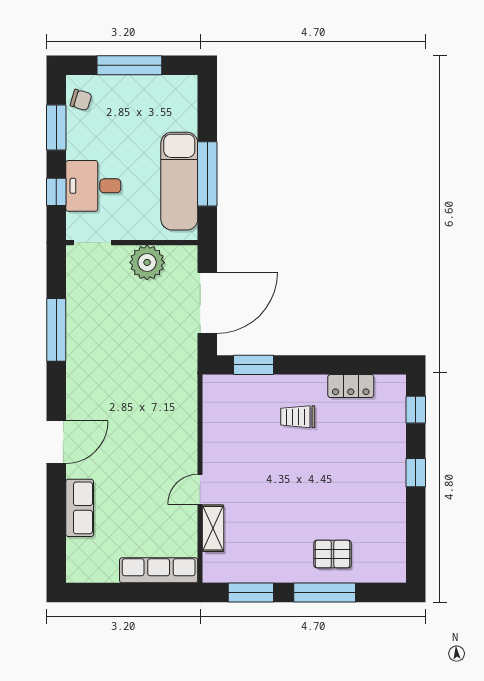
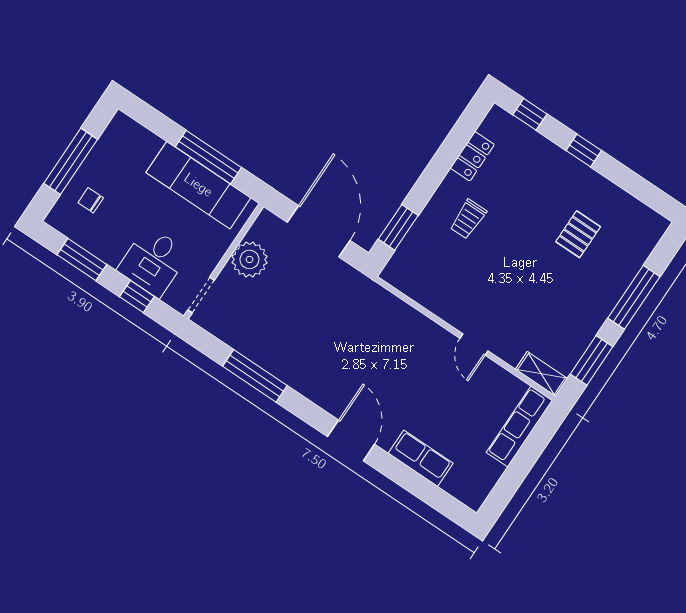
chair: (81, 100) -> (91, 200), moved, turned -107
shelving: (213, 528) -> (541, 374), moved
pallet: (333, 554) -> (578, 234), moved

